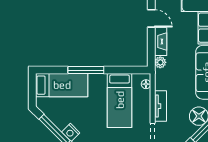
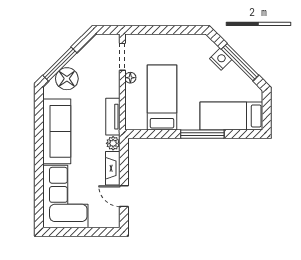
floor lamp: (146, 84) -> (130, 78), moved
tv unit: (160, 106) -> (113, 117), moved

